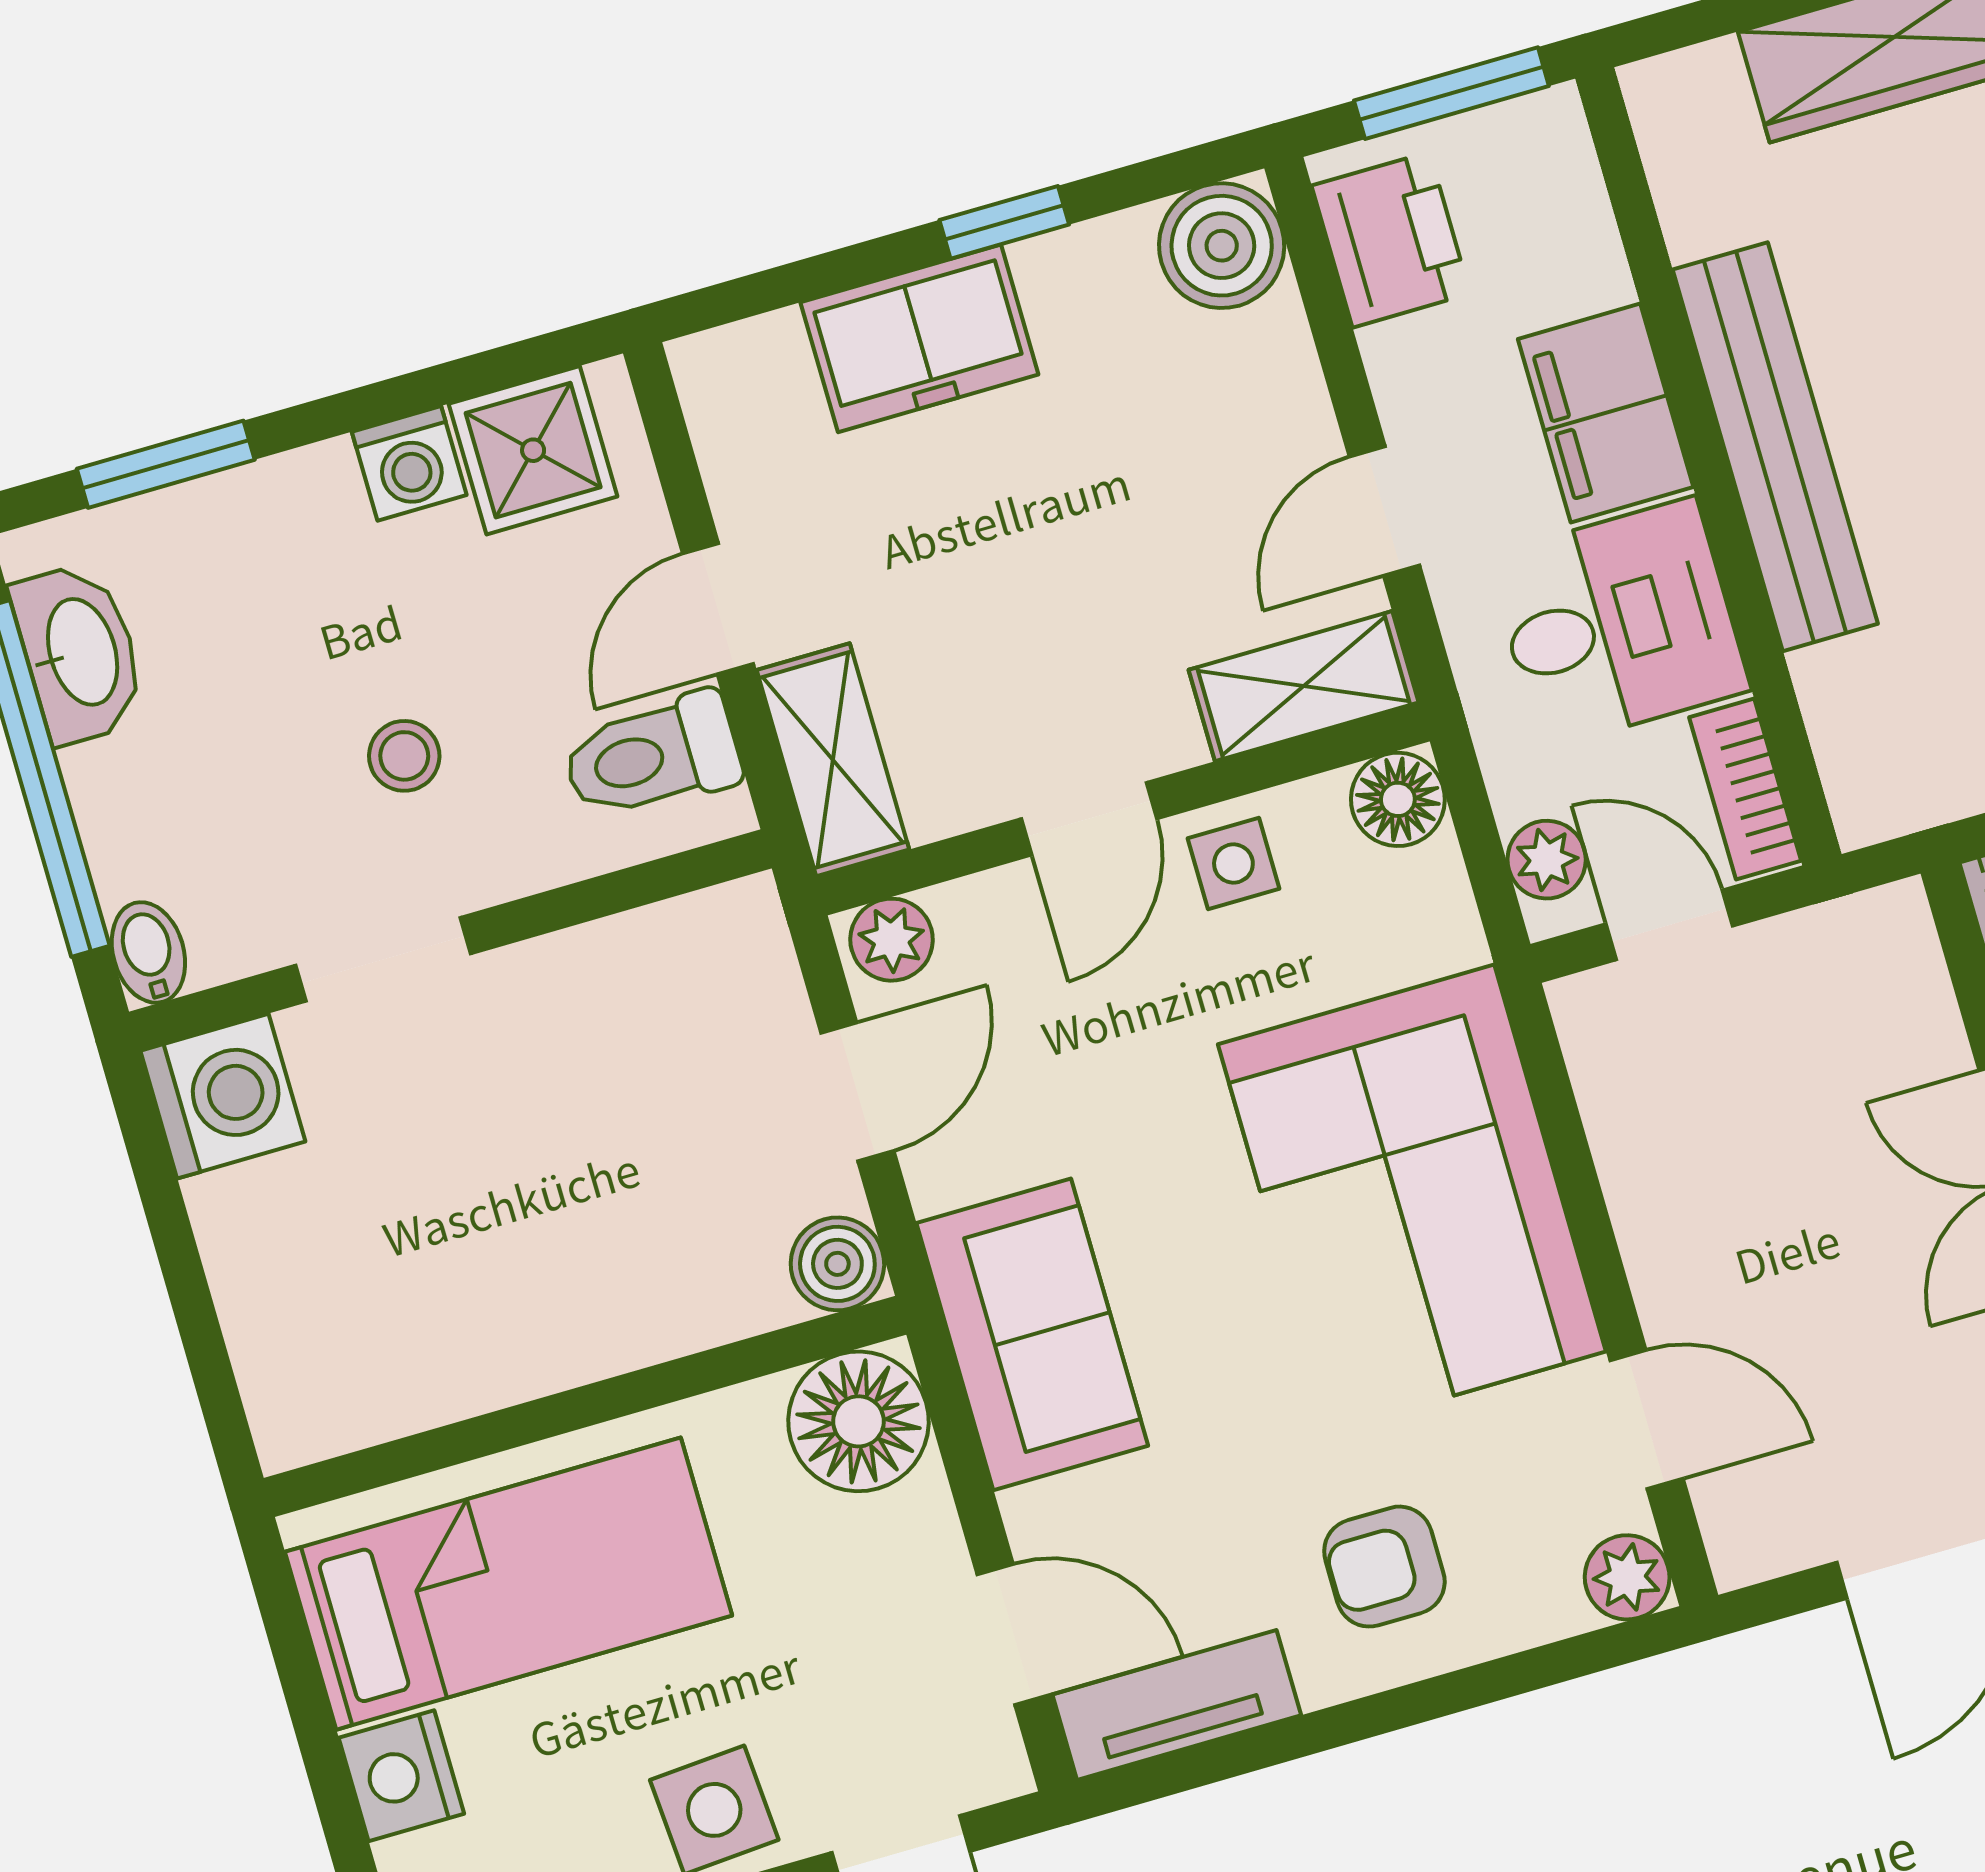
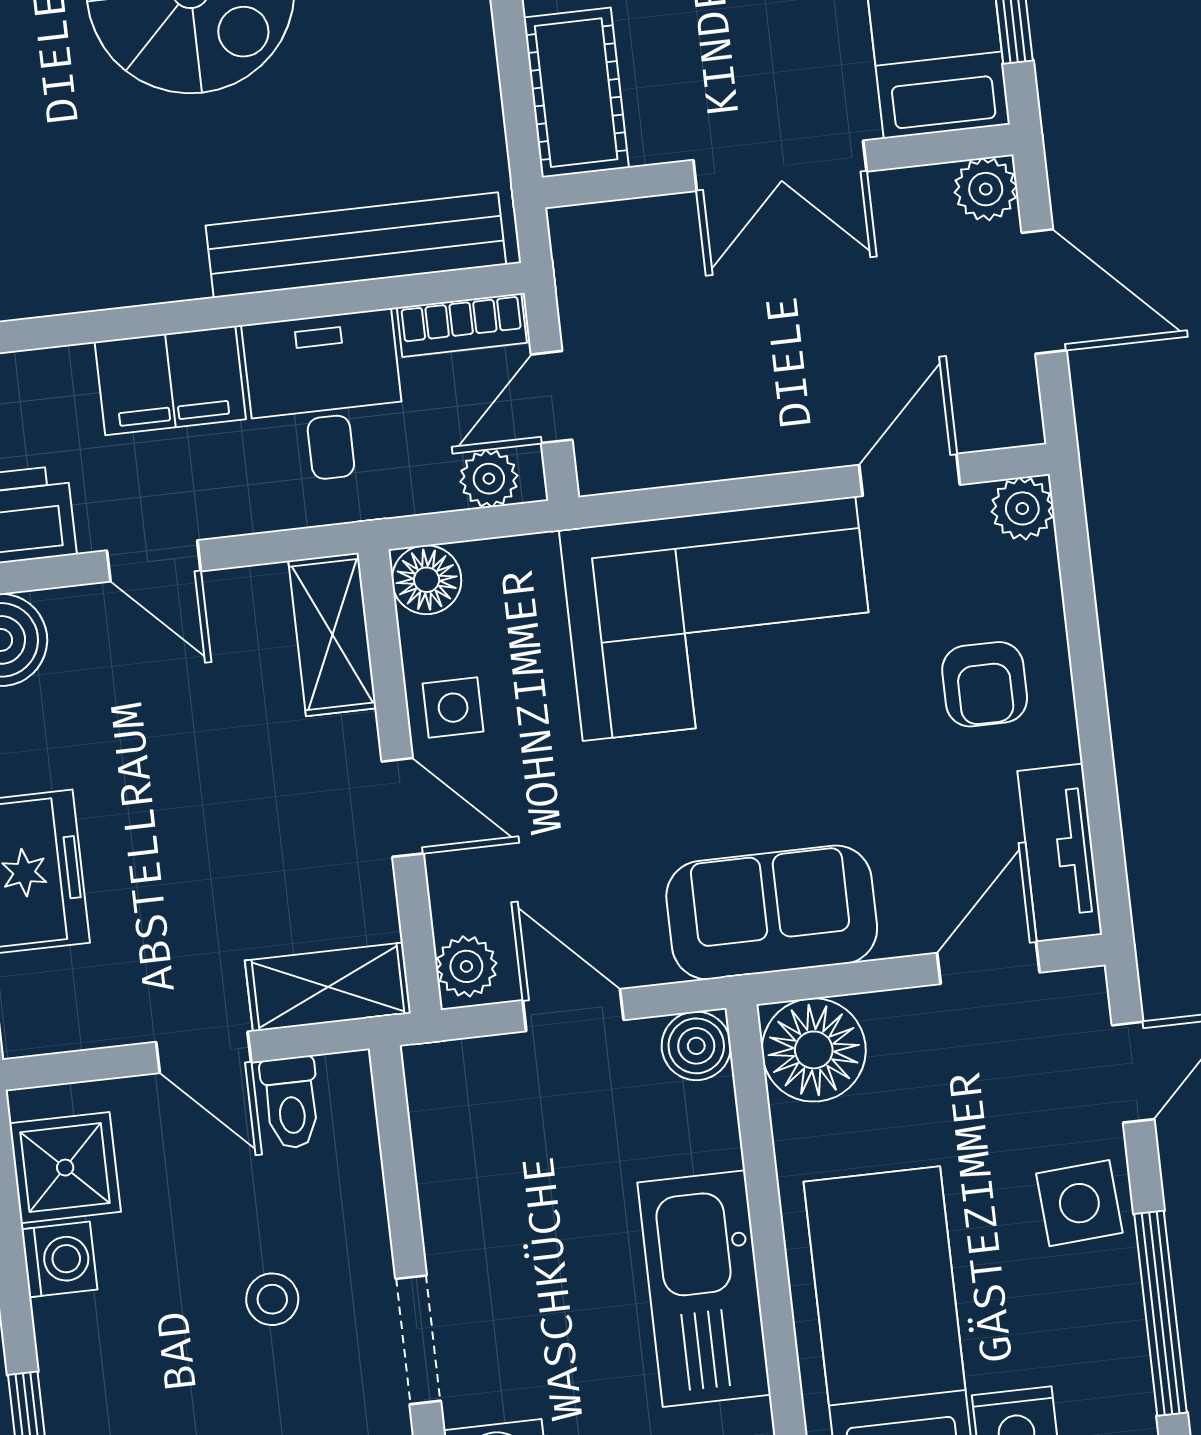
bench: (1775, 447) -> (356, 245), moved
door: (1384, 511) -> (154, 561), moved
toilet: (652, 756) -> (291, 1103), width x0.73, depth x0.72
kitchen sink: (516, 1329) -> (704, 1289), added

